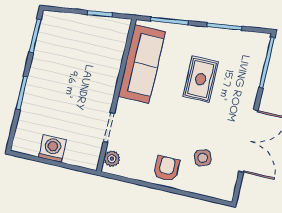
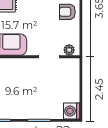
washing machine: (52, 148) -> (72, 111), moved

